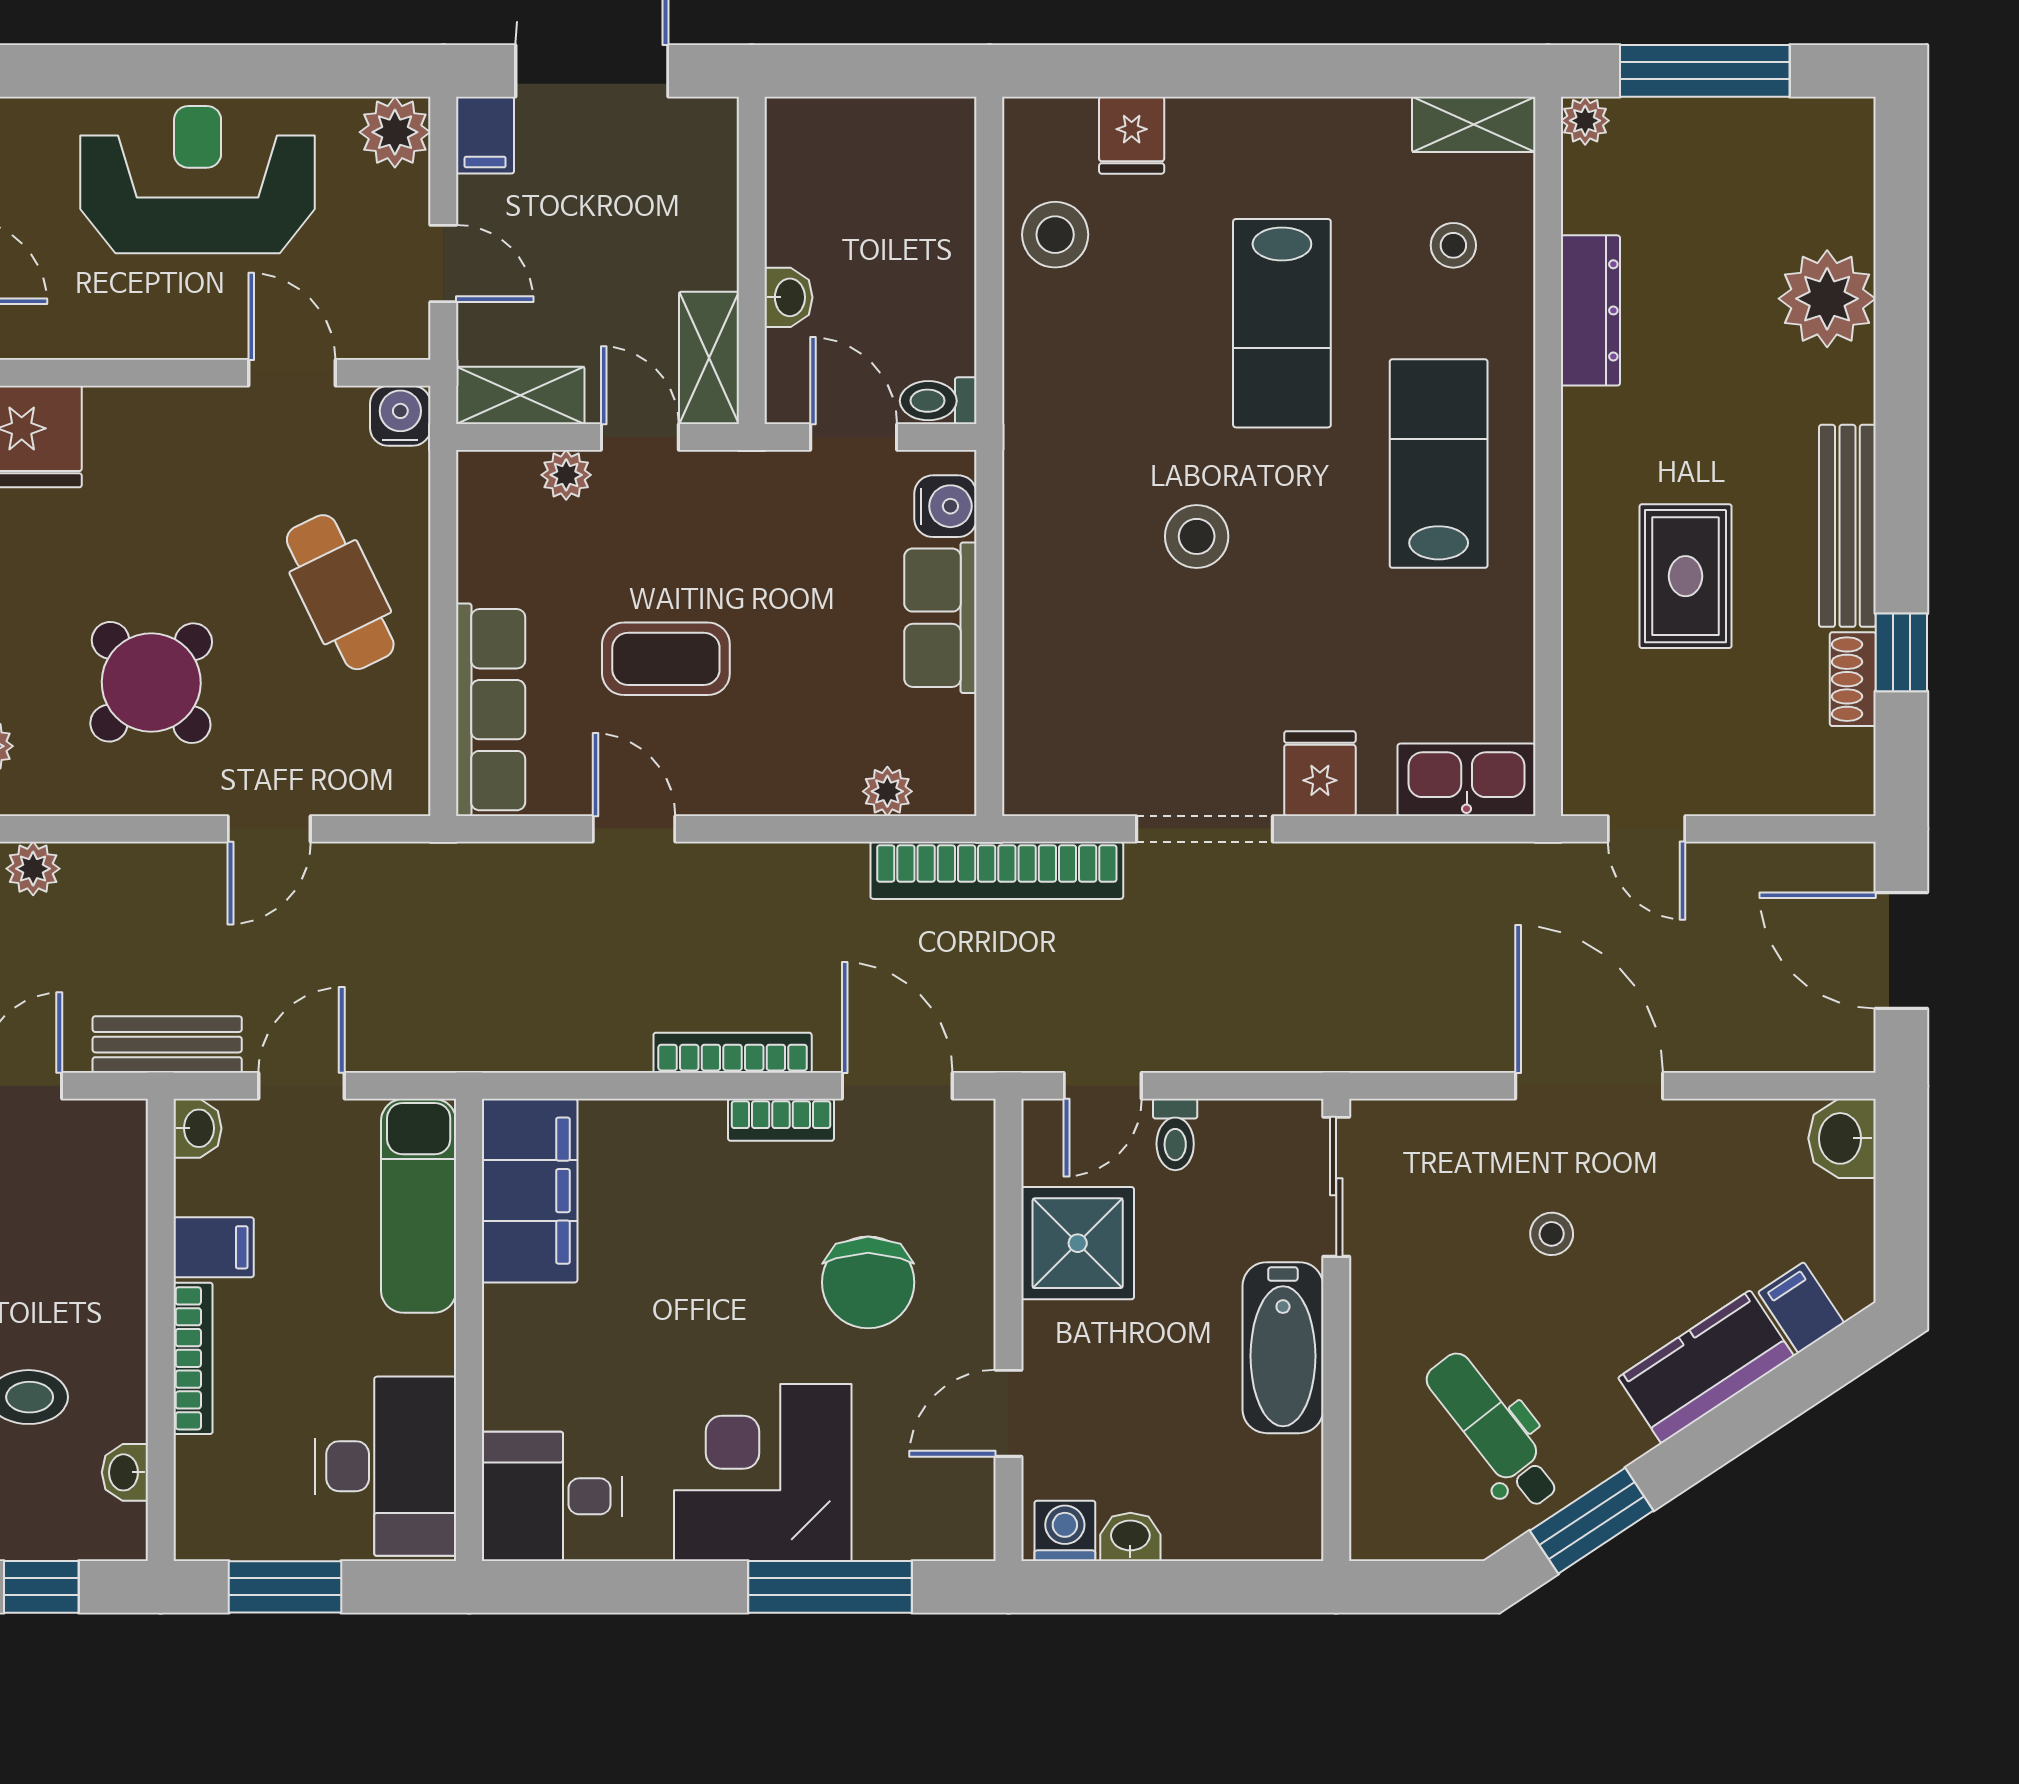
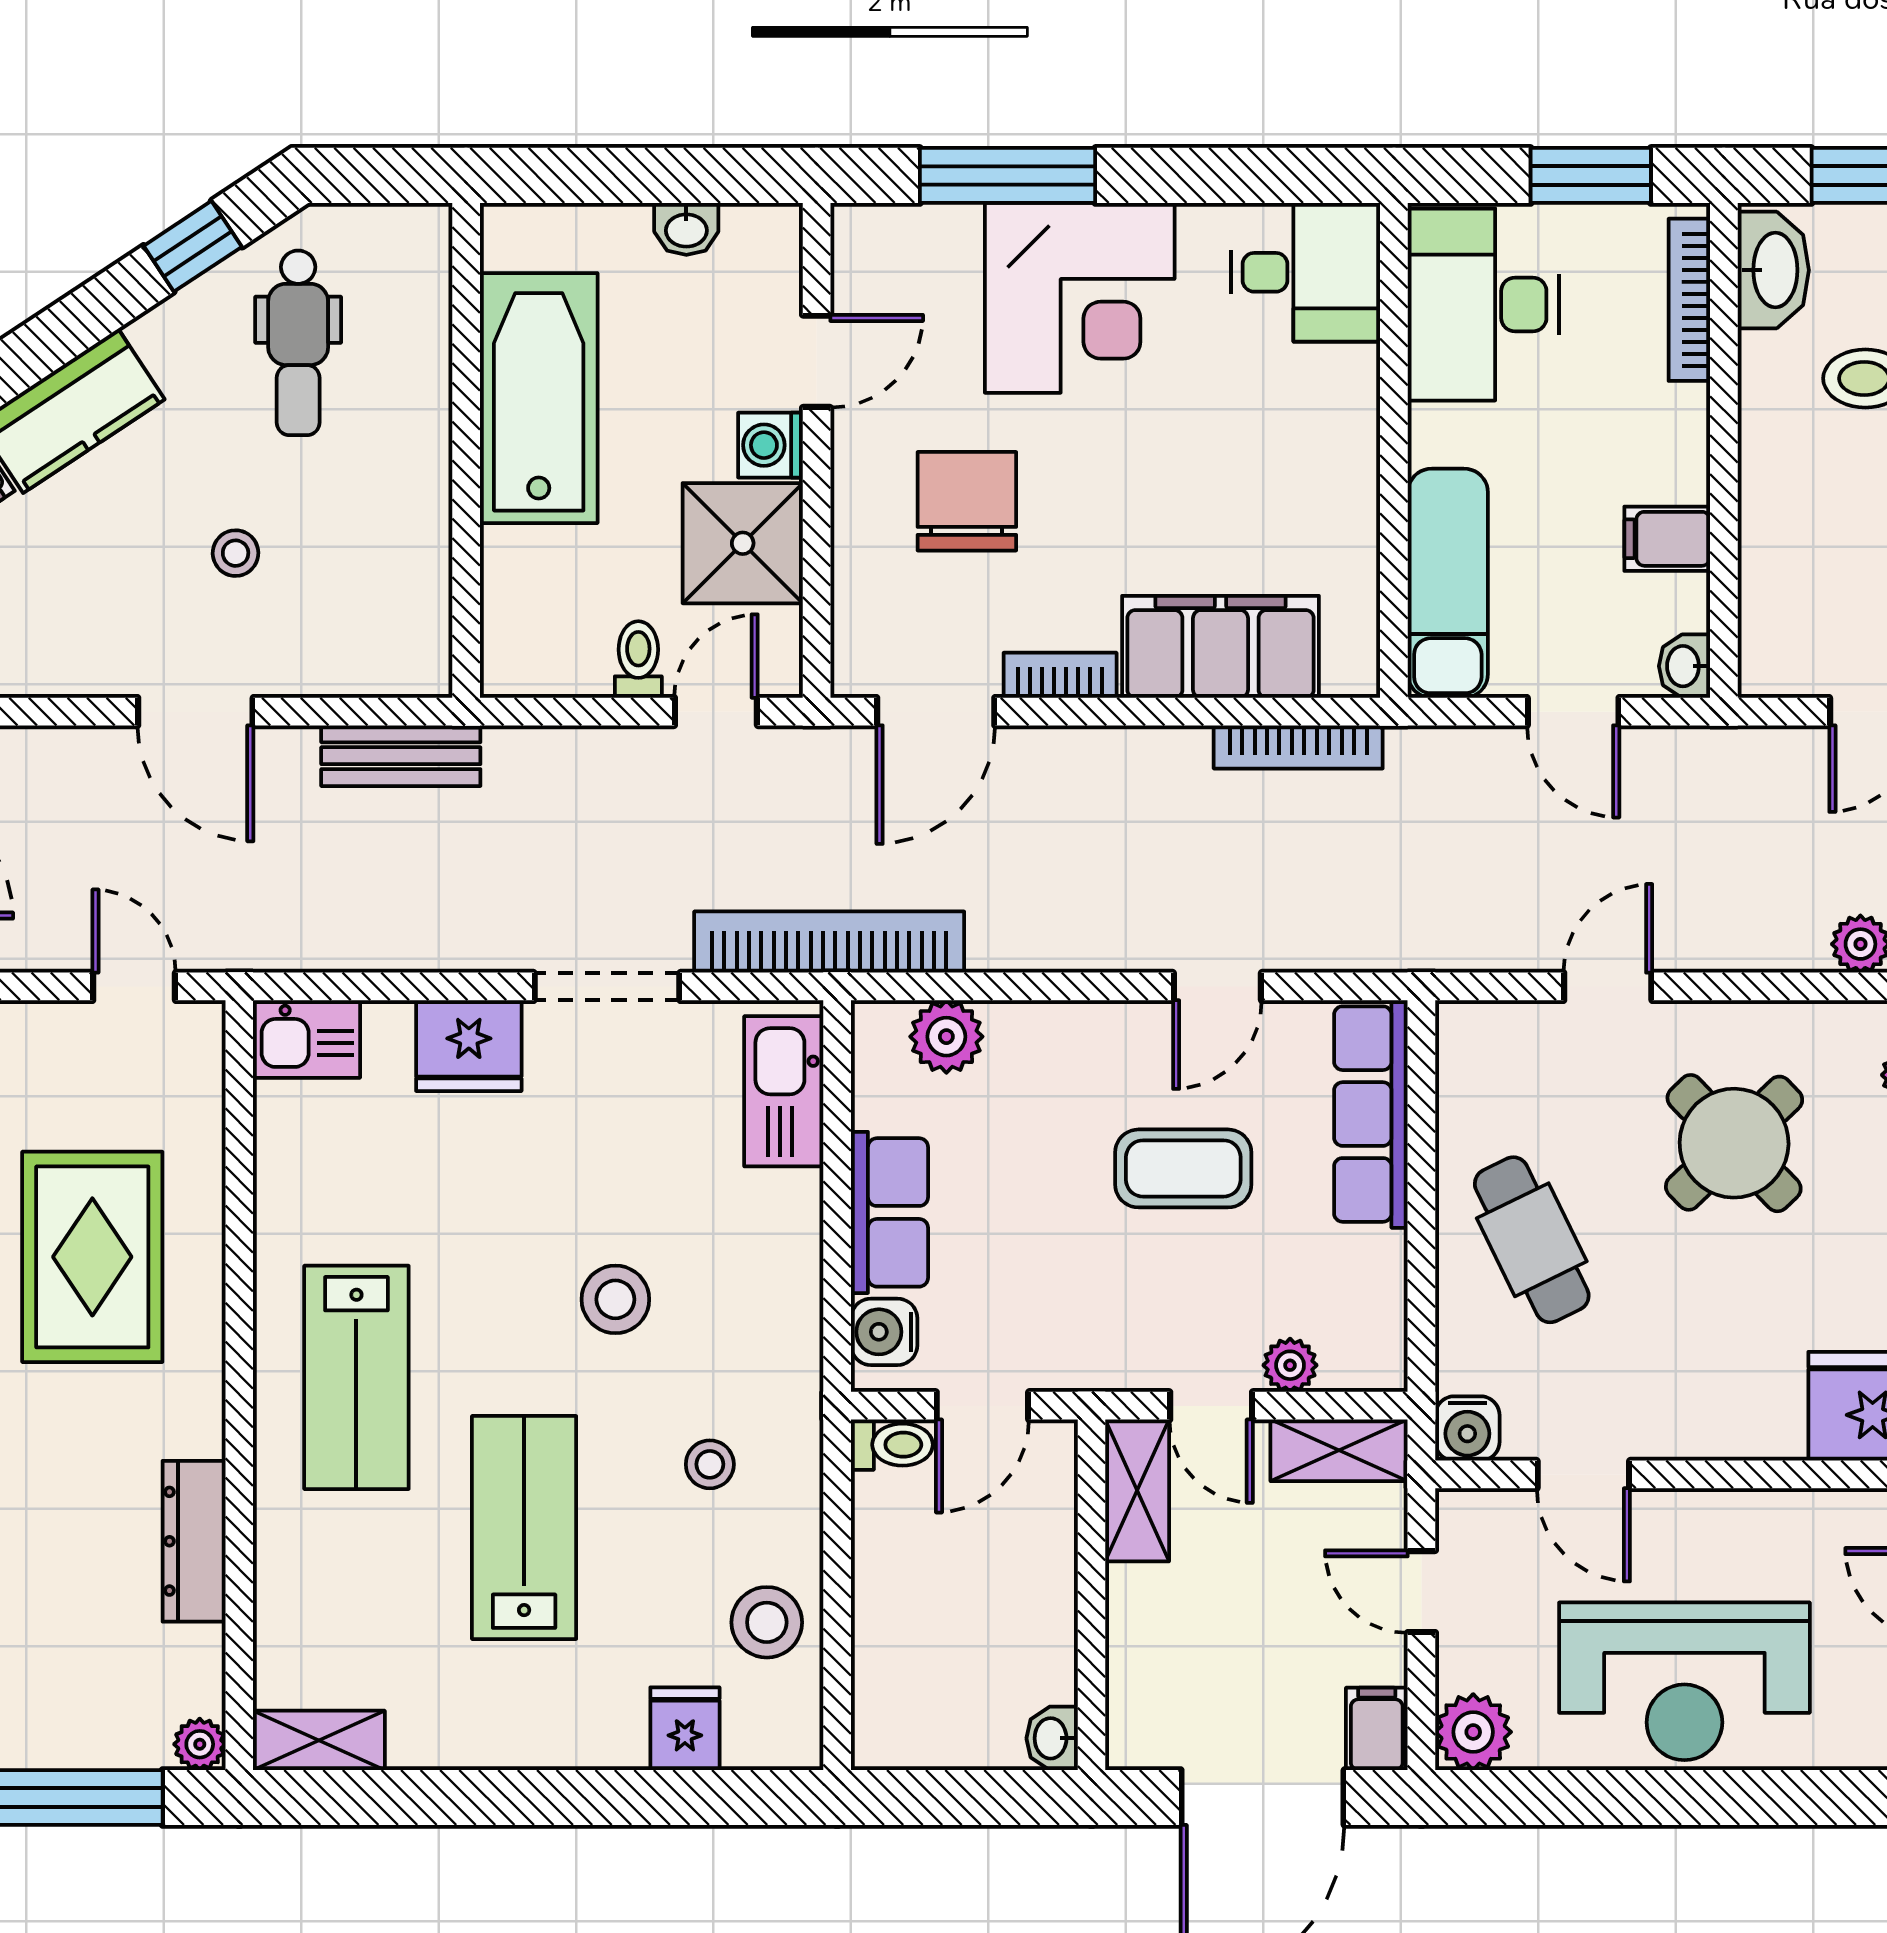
stool: (1453, 245) -> (710, 1464), moved
washbasin: (788, 297) -> (1052, 1738), moved
door: (854, 437) -> (982, 1406), hinge flipped
rug: (1686, 576) -> (92, 1257), width x1.36, depth x1.43
kitchen sink: (1039, 731) -> (784, 1091), added
fridge: (1320, 774) -> (469, 1046), width x1.38
kitchen sink: (1467, 780) -> (307, 1039), width x0.73
plant: (887, 791) -> (946, 1037), width x1.38, depth x1.38
door: (634, 829) -> (1217, 986), hinge flipped
bench: (167, 1045) -> (401, 756), moved
bookcase: (733, 1053) -> (1298, 747), moved
door: (302, 1086) -> (1573, 712), hinge flipped
door: (897, 1086) -> (936, 712), hinge flipped
door: (1589, 1086) -> (195, 712), width x0.73
sliding door: (1336, 1187) -> (466, 604), removed
filing cabinet: (530, 1191) -> (1221, 647), moved, turned 90
bathtub: (1283, 1348) -> (539, 398), width x1.36, depth x1.36
bookcase: (193, 1358) -> (1689, 300), moved
dental chair: (1493, 1430) -> (298, 343), turned 38
washbasin: (125, 1472) -> (1773, 270), width x1.91, depth x1.45
window: (1592, 1521) -> (193, 246), width x0.67
washing machine: (1065, 1531) -> (770, 445), moved, turned 90

